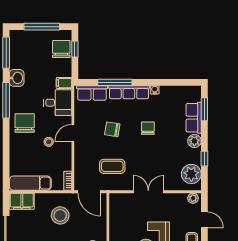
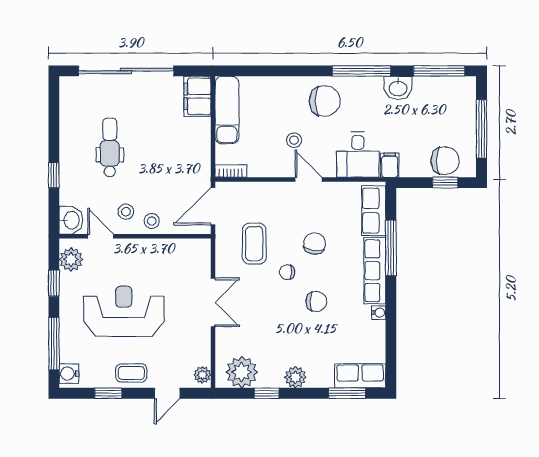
row of seats: (194, 118) -> (360, 376), moved
chair: (130, 146) -> (287, 272), added
stool: (60, 215) -> (152, 221), moved, width x0.53, depth x0.53

